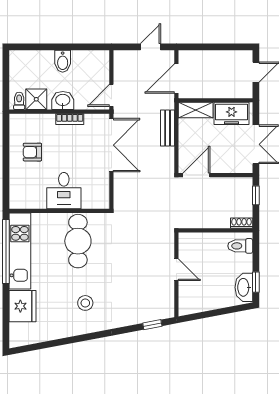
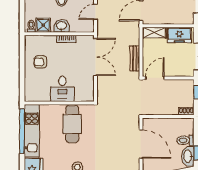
door: (111, 95) -> (96, 12), moved
bench: (168, 128) -> (135, 58), moved
toilet: (240, 246) -> (185, 140), moved
door: (176, 270) -> (141, 144), width x1.88

